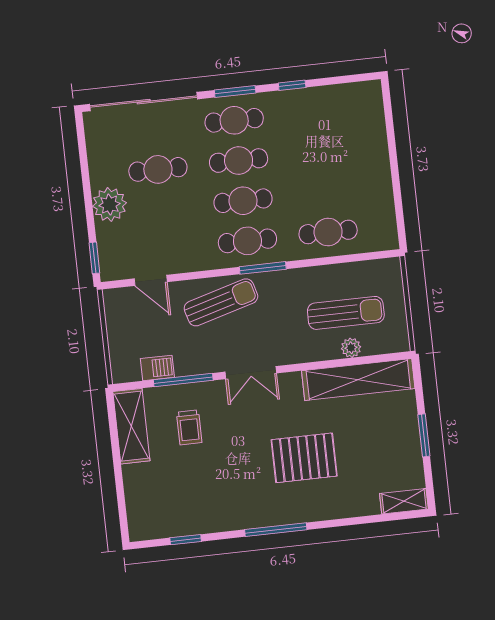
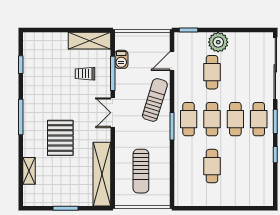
cafe table: (158, 169) -> (212, 72), moved
cafe table: (328, 232) -> (212, 166), moved
sun lounger: (221, 302) -> (155, 100), turned -147
plant: (351, 348) -> (121, 172), removed
shelving: (404, 501) -> (29, 171), moved

